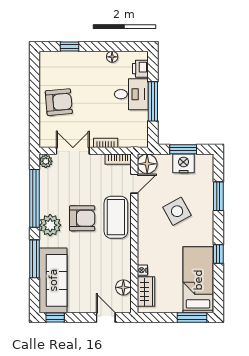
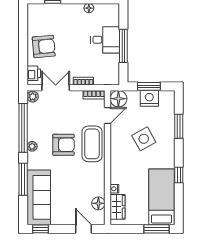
printer: (140, 69) -> (34, 73), moved, turned 180
plant: (50, 225) -> (32, 146), width x0.53, depth x0.53

